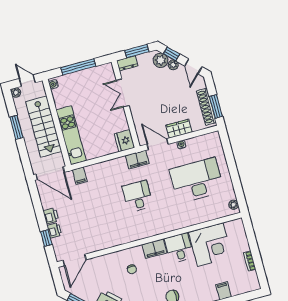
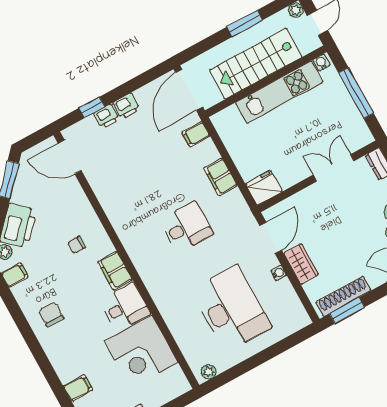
kitchen unit: (71, 135) -> (279, 92), moved
filing cabinet: (137, 159) -> (220, 177), moved

